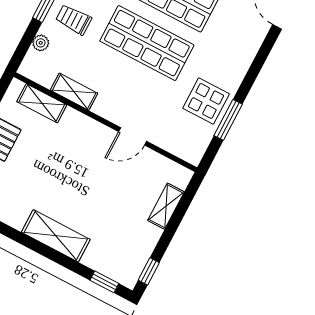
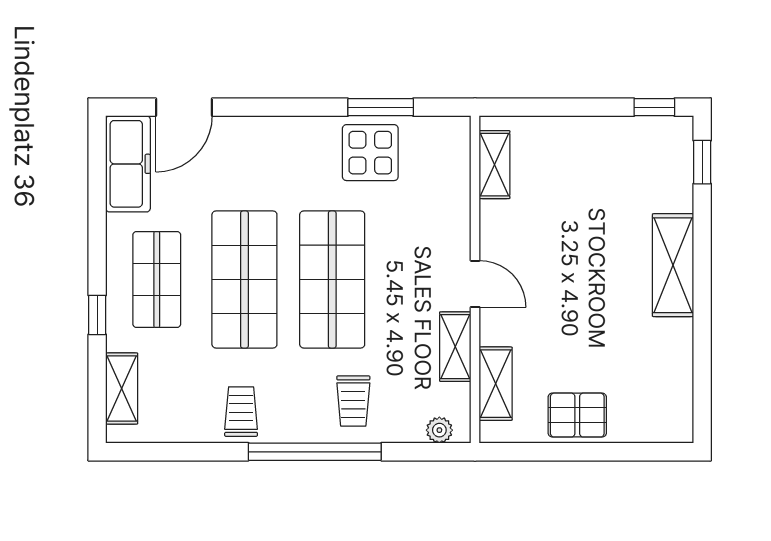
plant: (41, 43) -> (439, 430), moved
door: (133, 136) -> (475, 284), moved
shelving: (166, 206) -> (494, 165), moved, turned 90

